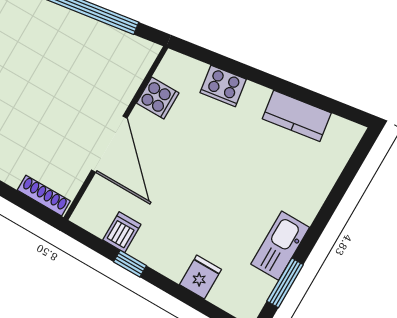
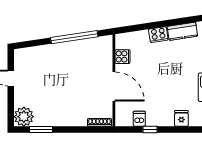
cooker: (223, 86) -> (158, 35), moved

